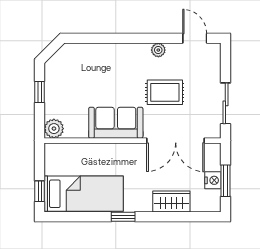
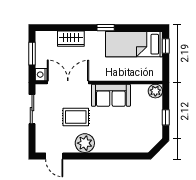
plant: (158, 50) -> (85, 143), width x1.87, depth x1.87
nightstand: (213, 180) -> (41, 75), moved

